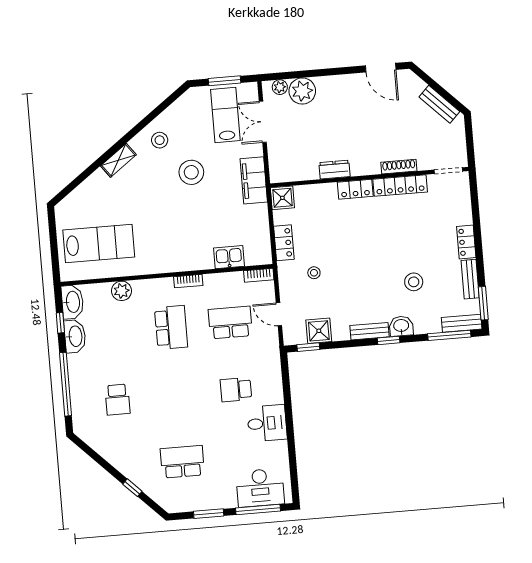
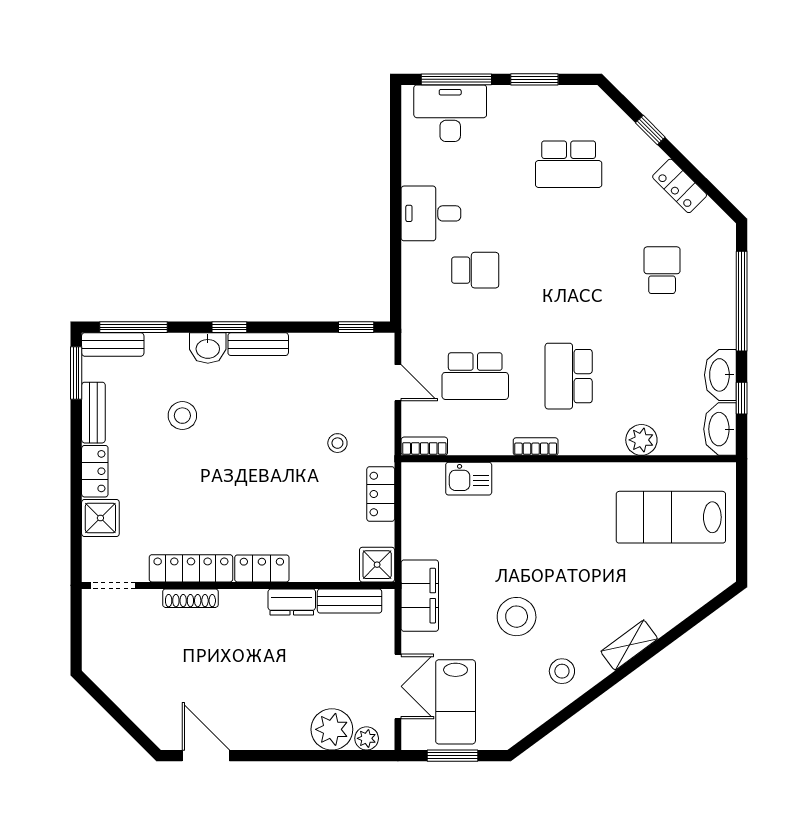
bench: (439, 104) -> (350, 601), moved, turned -45
shower: (319, 331) -> (100, 518), moved
locker: (111, 454) -> (680, 186), added

